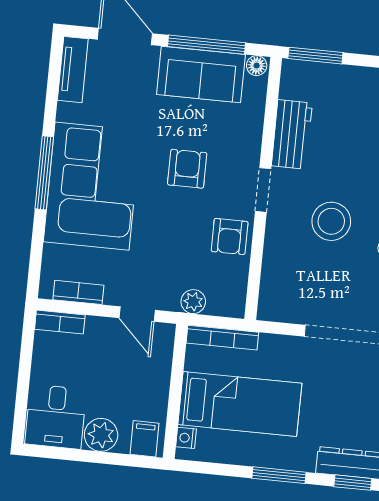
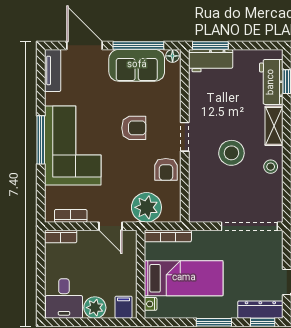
workbench: (292, 134) -> (211, 61), moved, turned 90
armchair: (187, 169) -> (134, 128), turned 90
plant: (193, 302) -> (146, 207), width x1.87, depth x1.87

